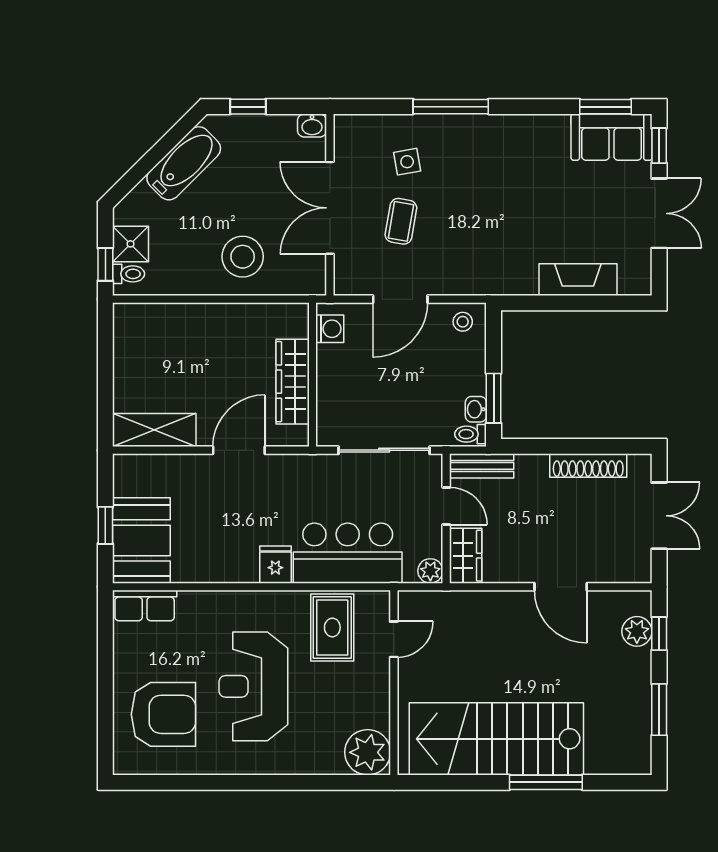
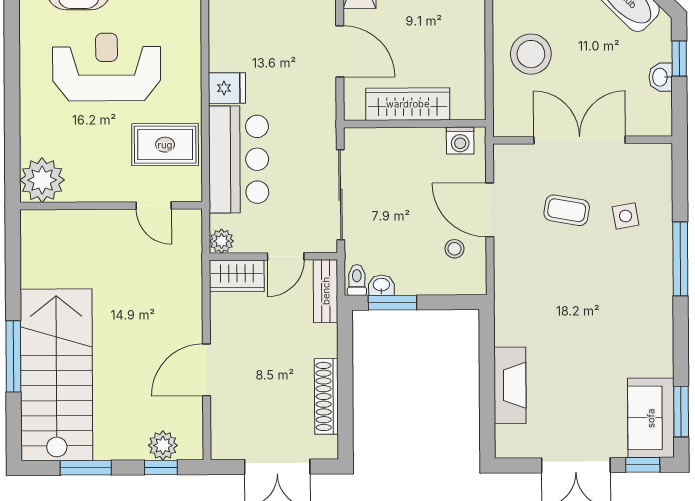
washbasin: (312, 125) -> (661, 77), moved
stool: (463, 322) -> (455, 249), moved
stairs: (496, 739) -> (56, 375), moved

